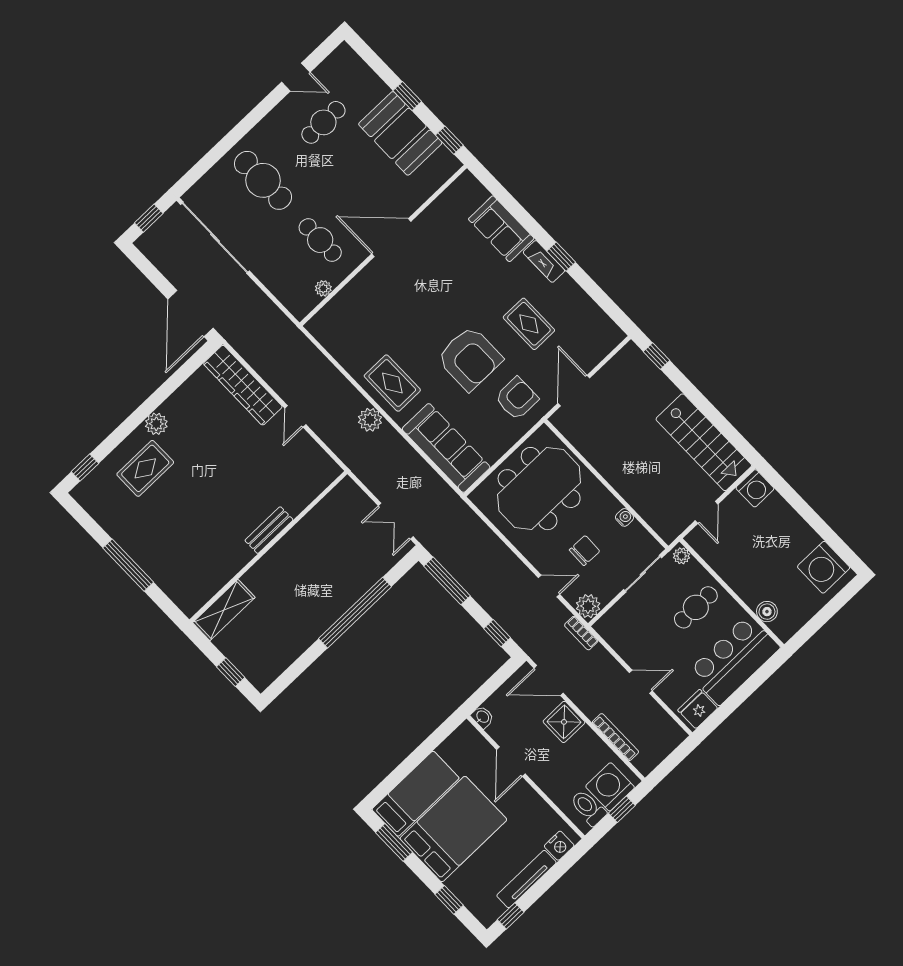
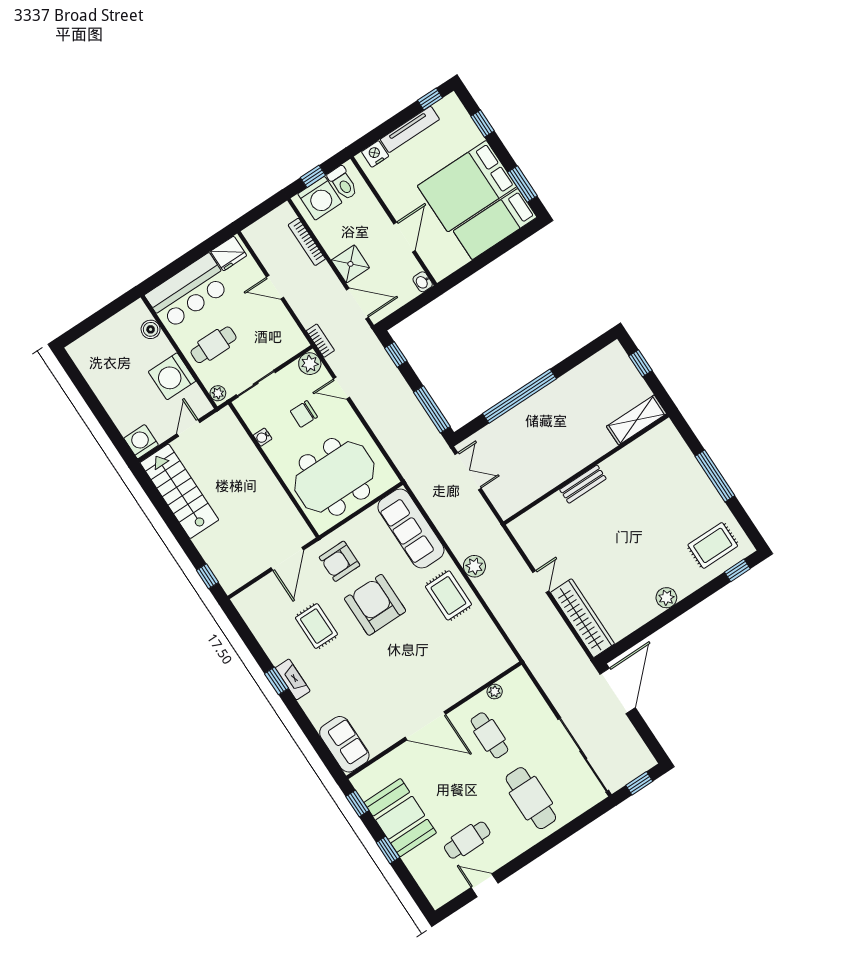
sofa: (501, 229) -> (344, 744), moved
rug: (145, 468) -> (713, 545), moved
washing machine: (824, 567) -> (172, 376), moved, turned 180

